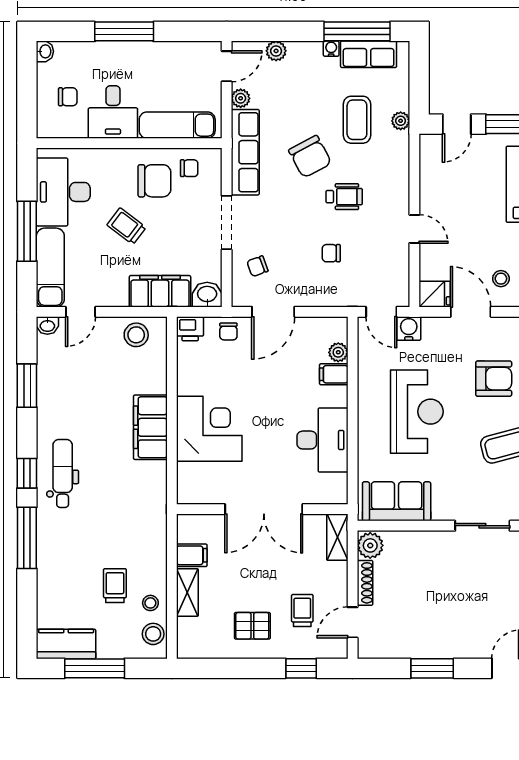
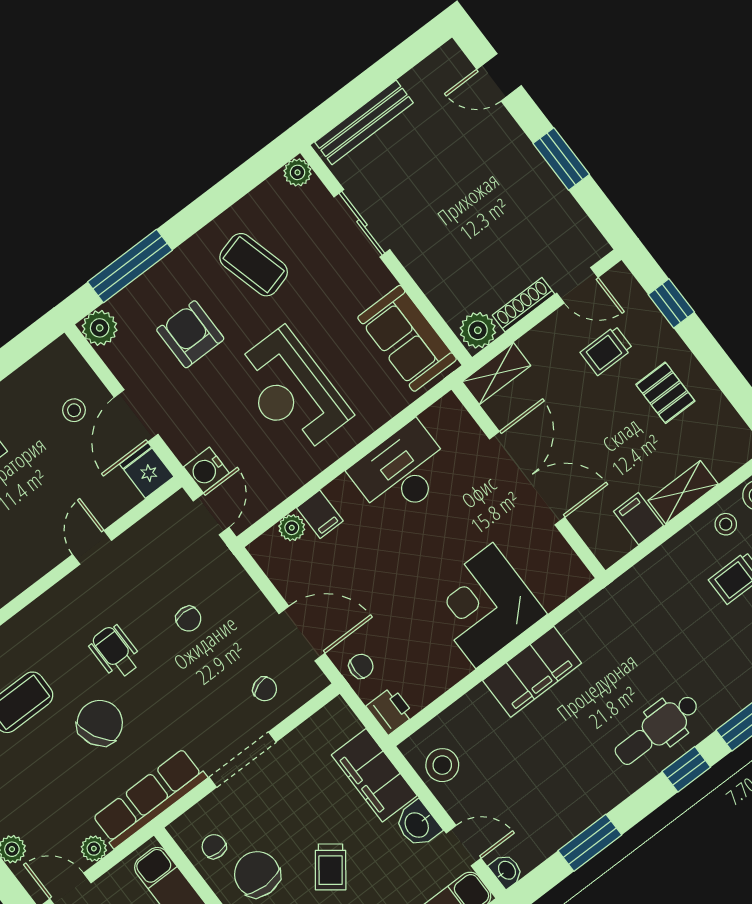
washbasin: (207, 295) -> (417, 824), moved
reception desk: (417, 412) -> (291, 391), turned -90

